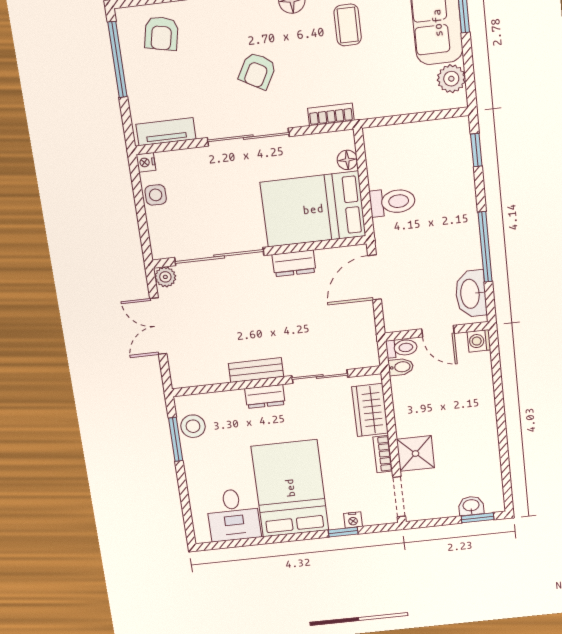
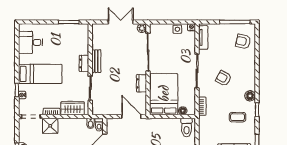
toilet: (392, 202) -> (187, 128), moved
stool: (193, 426) -> (74, 30), removed
bed: (290, 488) -> (40, 74), width x0.67

